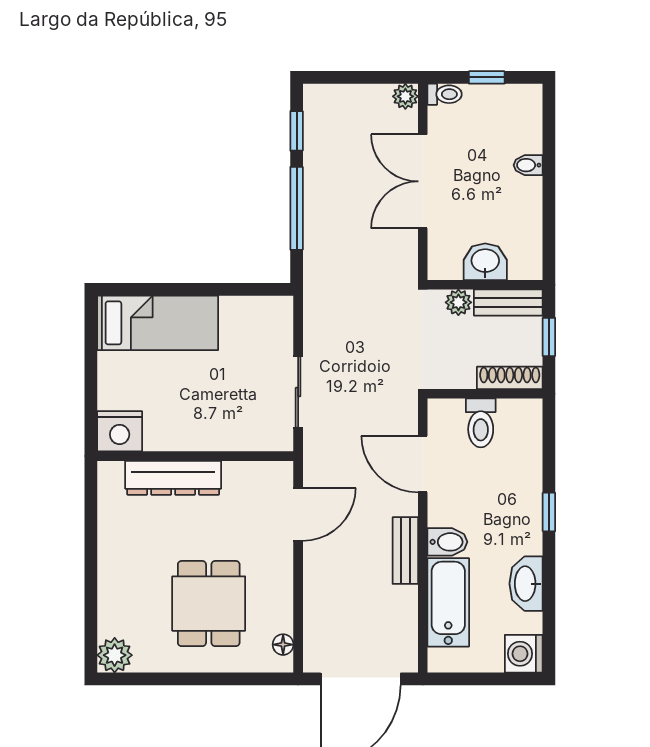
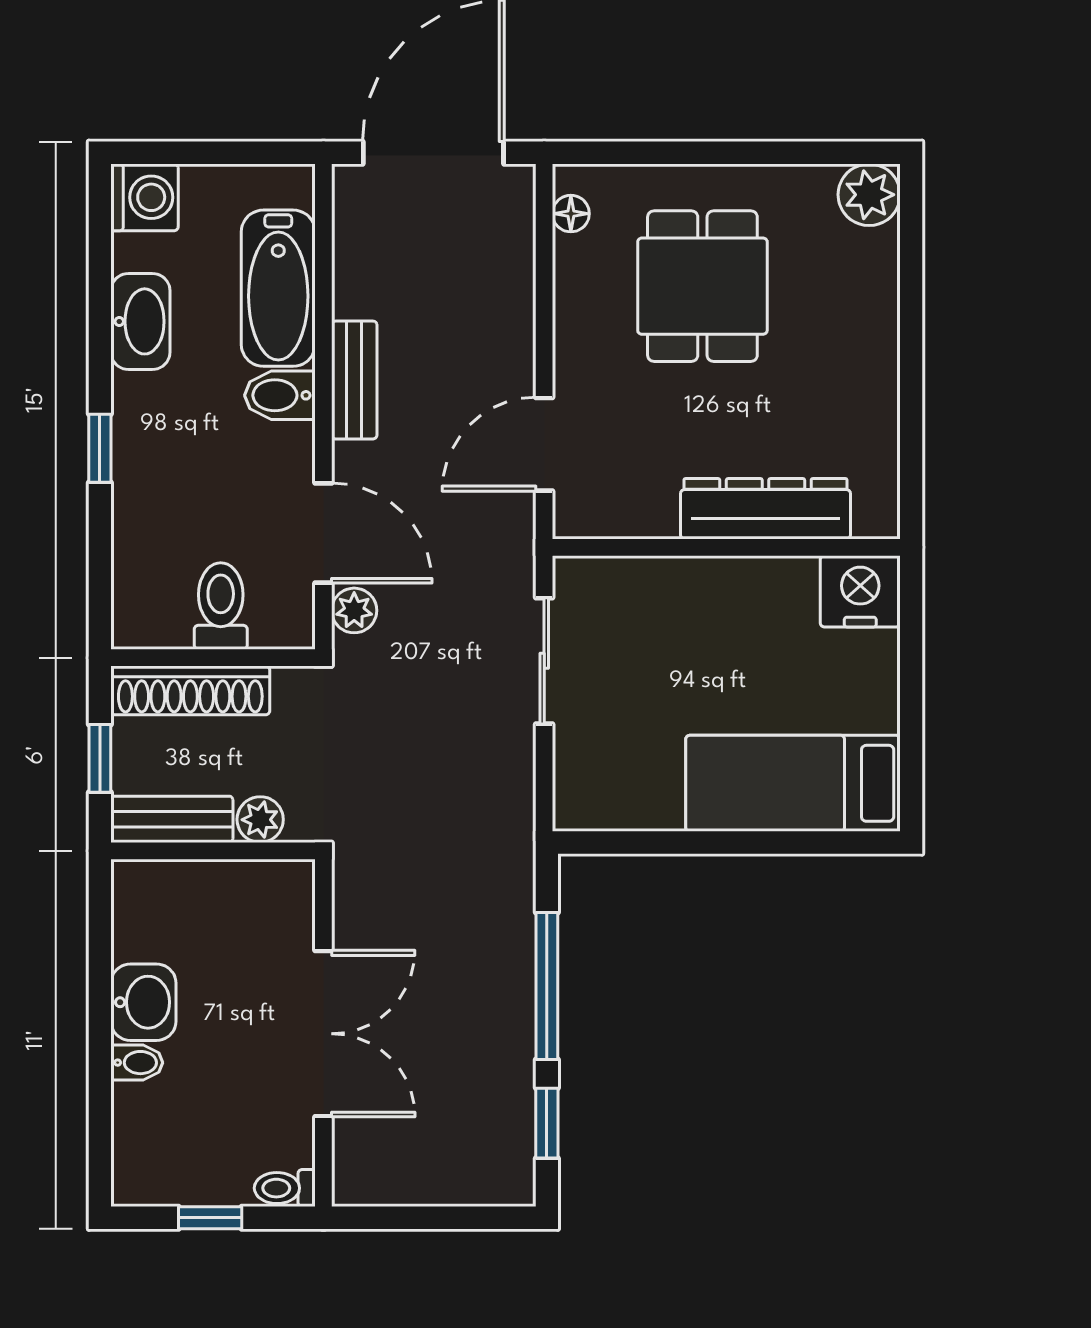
plant: (405, 96) -> (354, 610), moved
washbasin: (485, 262) -> (143, 1002), moved, turned -90
shoe rack: (510, 378) -> (190, 690), width x1.36, depth x1.24

